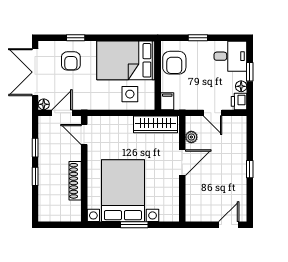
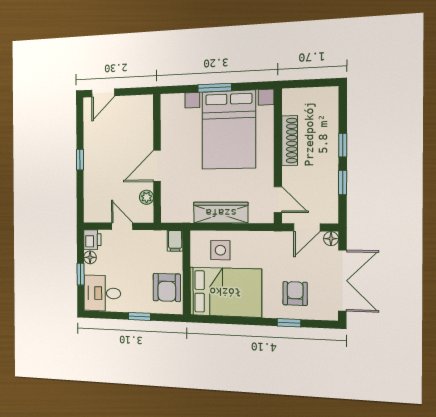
armchair: (174, 63) -> (167, 287), turned 180
wardrobe: (155, 124) -> (221, 213), moved

